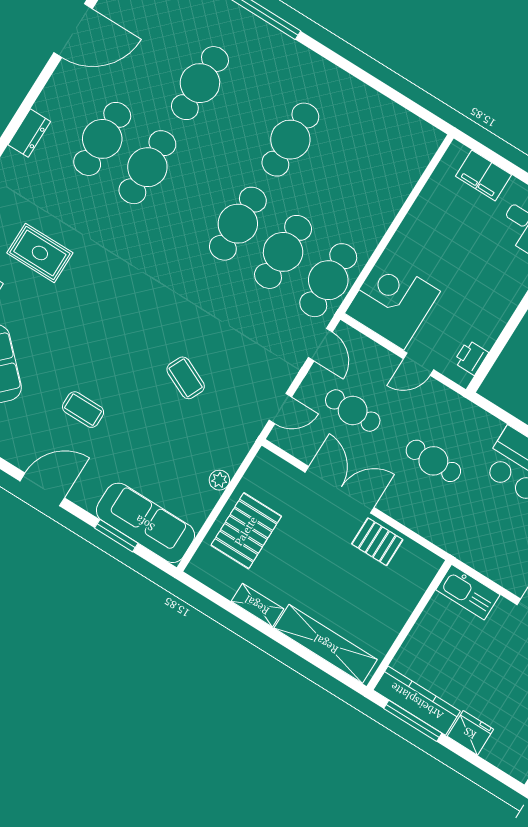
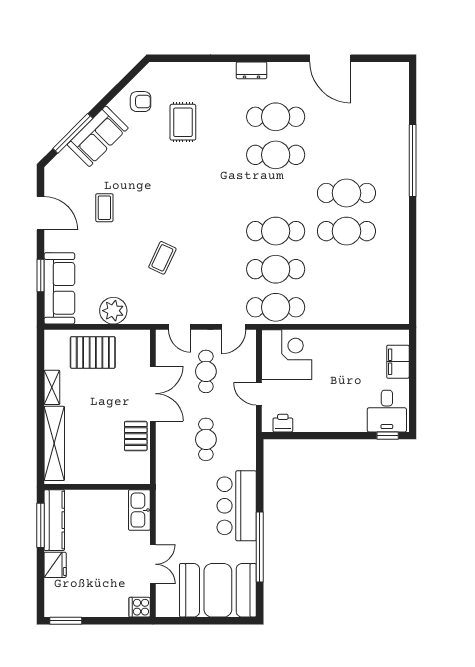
cafe table: (200, 83) -> (346, 193), moved
plant: (219, 480) -> (113, 311), width x1.87, depth x1.87

